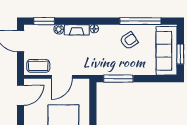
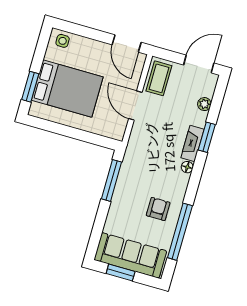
window: (44, 21) -> (207, 137), moved
plant: (59, 29) -> (204, 104), moved
armchair: (129, 41) -> (158, 209), turned -146

